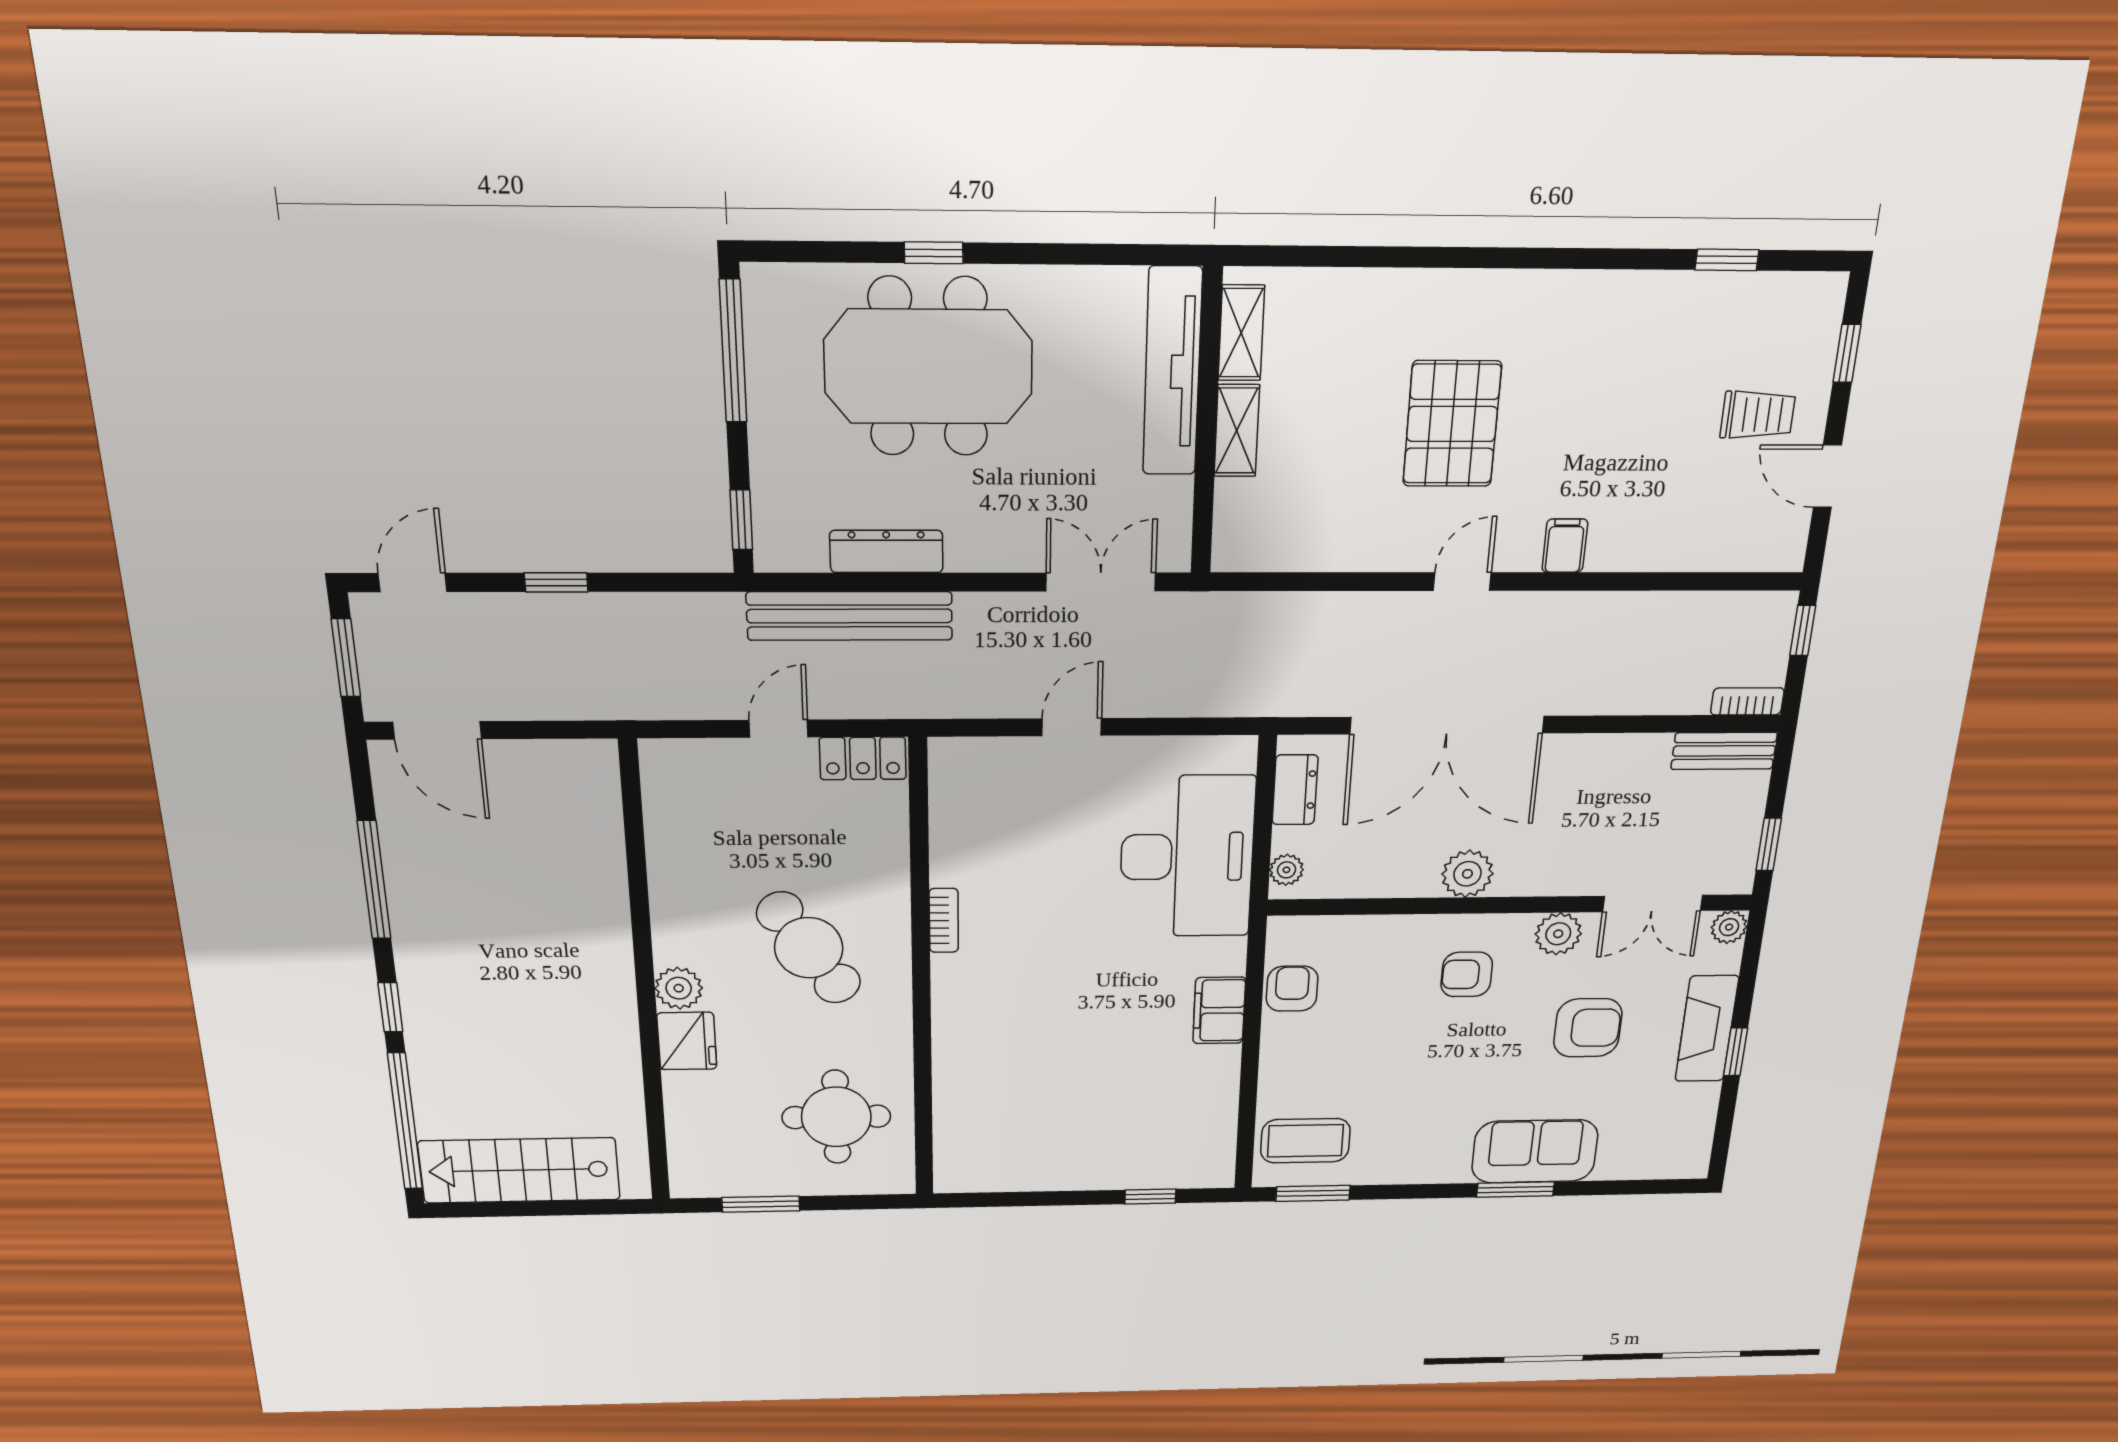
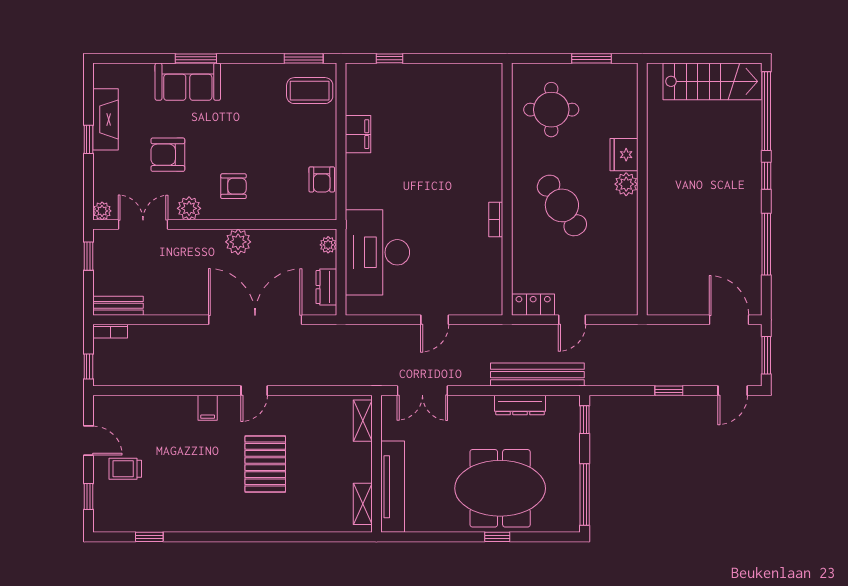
shelving: (1237, 431) -> (363, 421), moved
filing cabinet: (1219, 1010) -> (358, 134), moved
fireplace: (1707, 1029) -> (106, 119), moved

